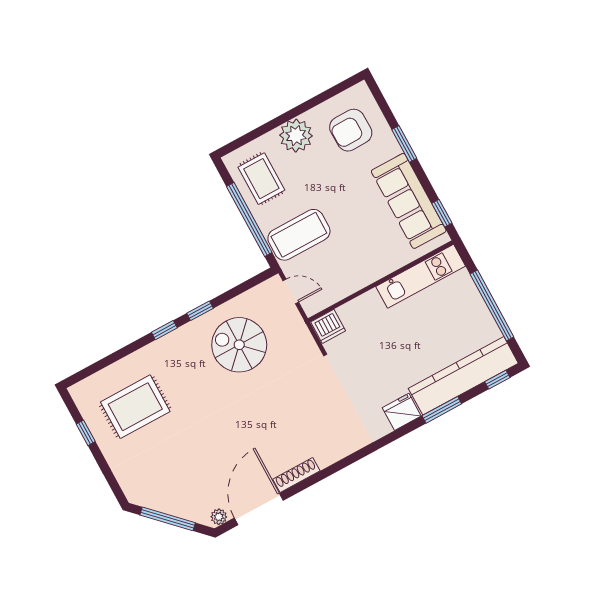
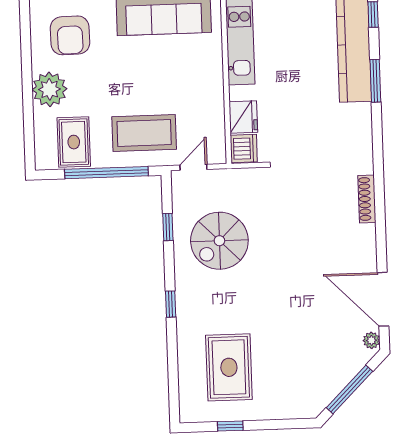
rug: (261, 179) -> (74, 142), turned 90
coffee table: (299, 235) -> (144, 133), turned 90
window: (200, 311) -> (168, 227), moved
fridge: (402, 412) -> (243, 117), moved, turned 180
shoe rack: (296, 475) -> (367, 199), moved

